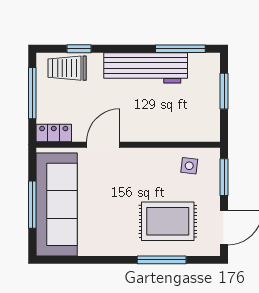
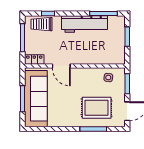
door: (103, 145) -> (61, 66), swing flipped

